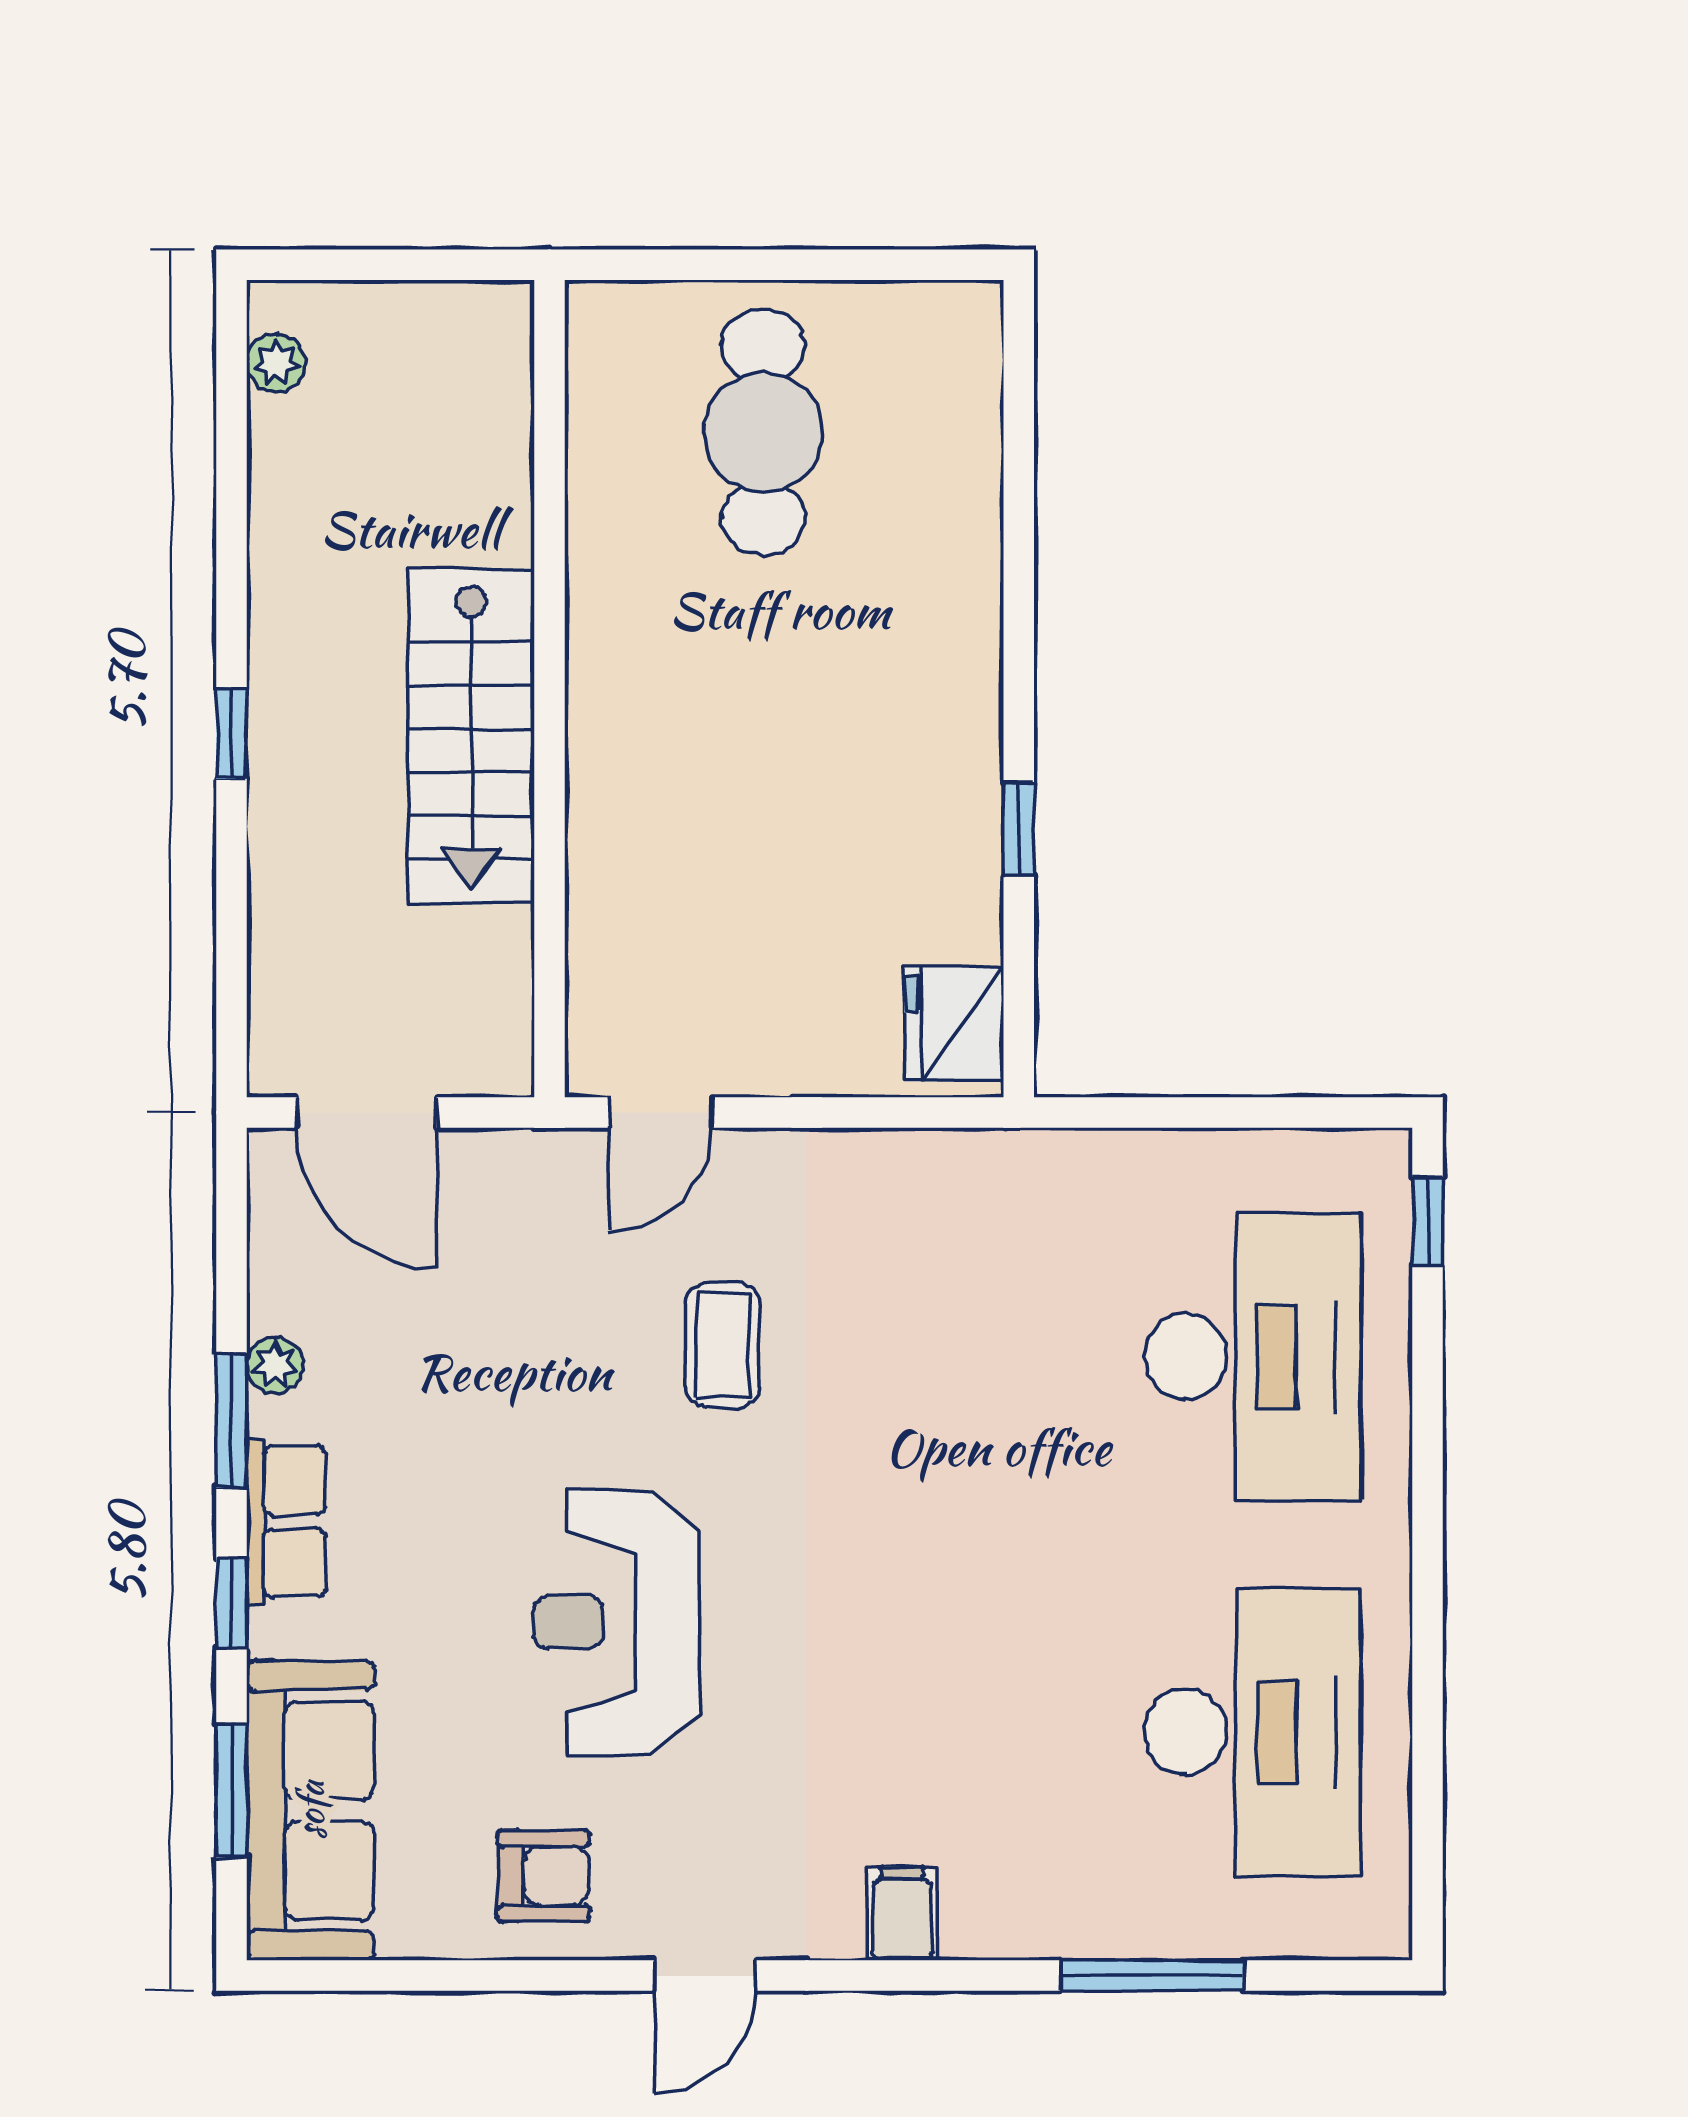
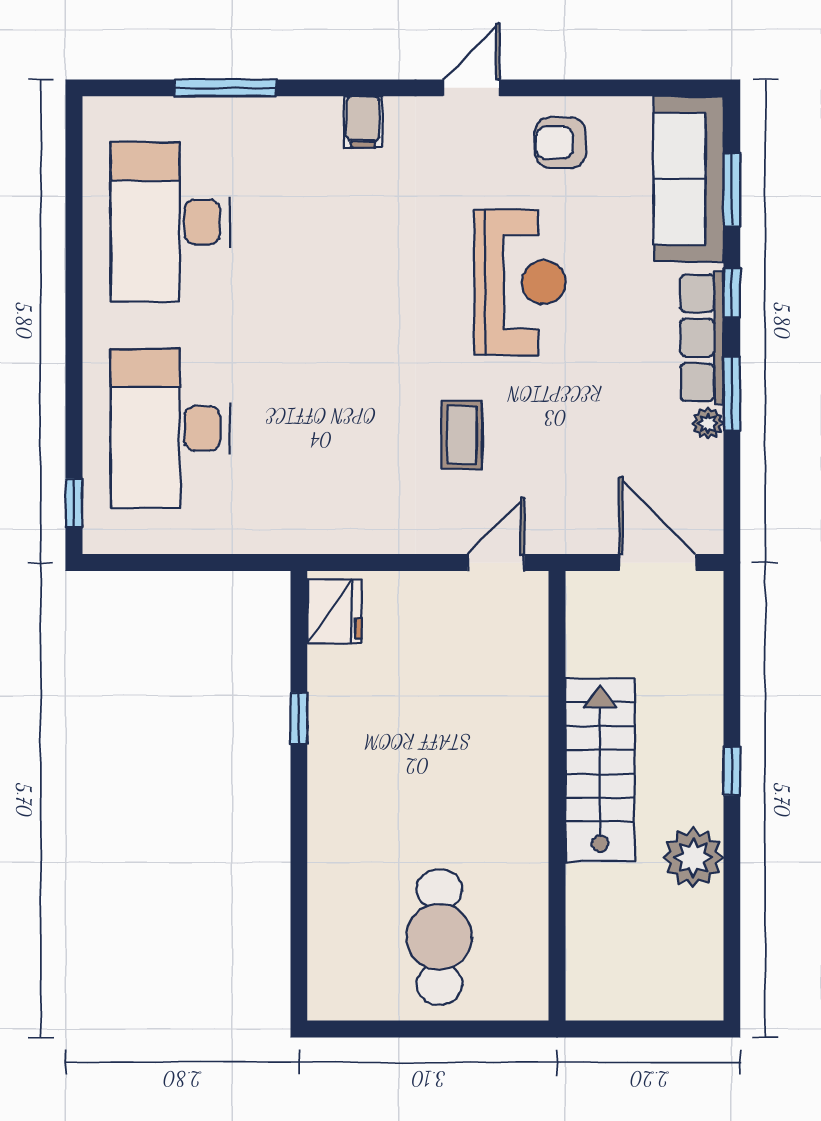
plant: (276, 363) -> (693, 857), moved, width x1.88, depth x1.88
row of seats: (286, 1521) -> (702, 338), width x1.48

